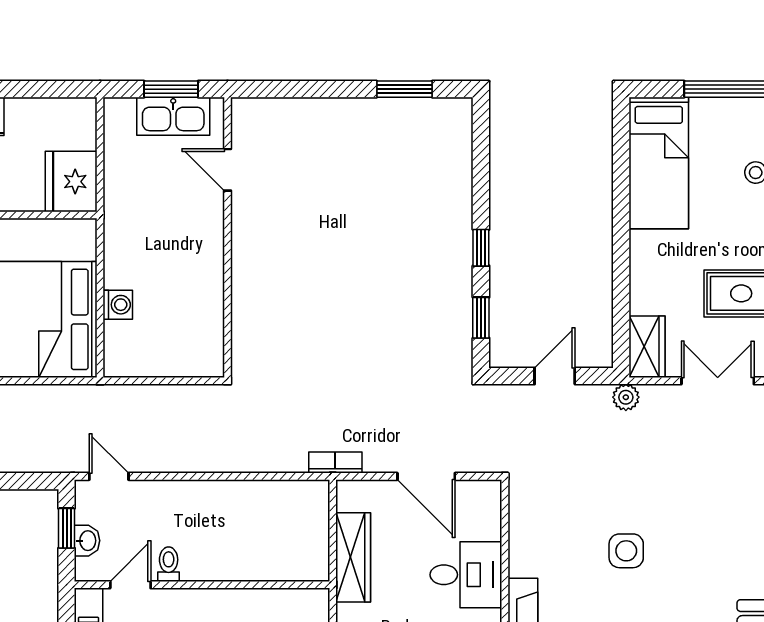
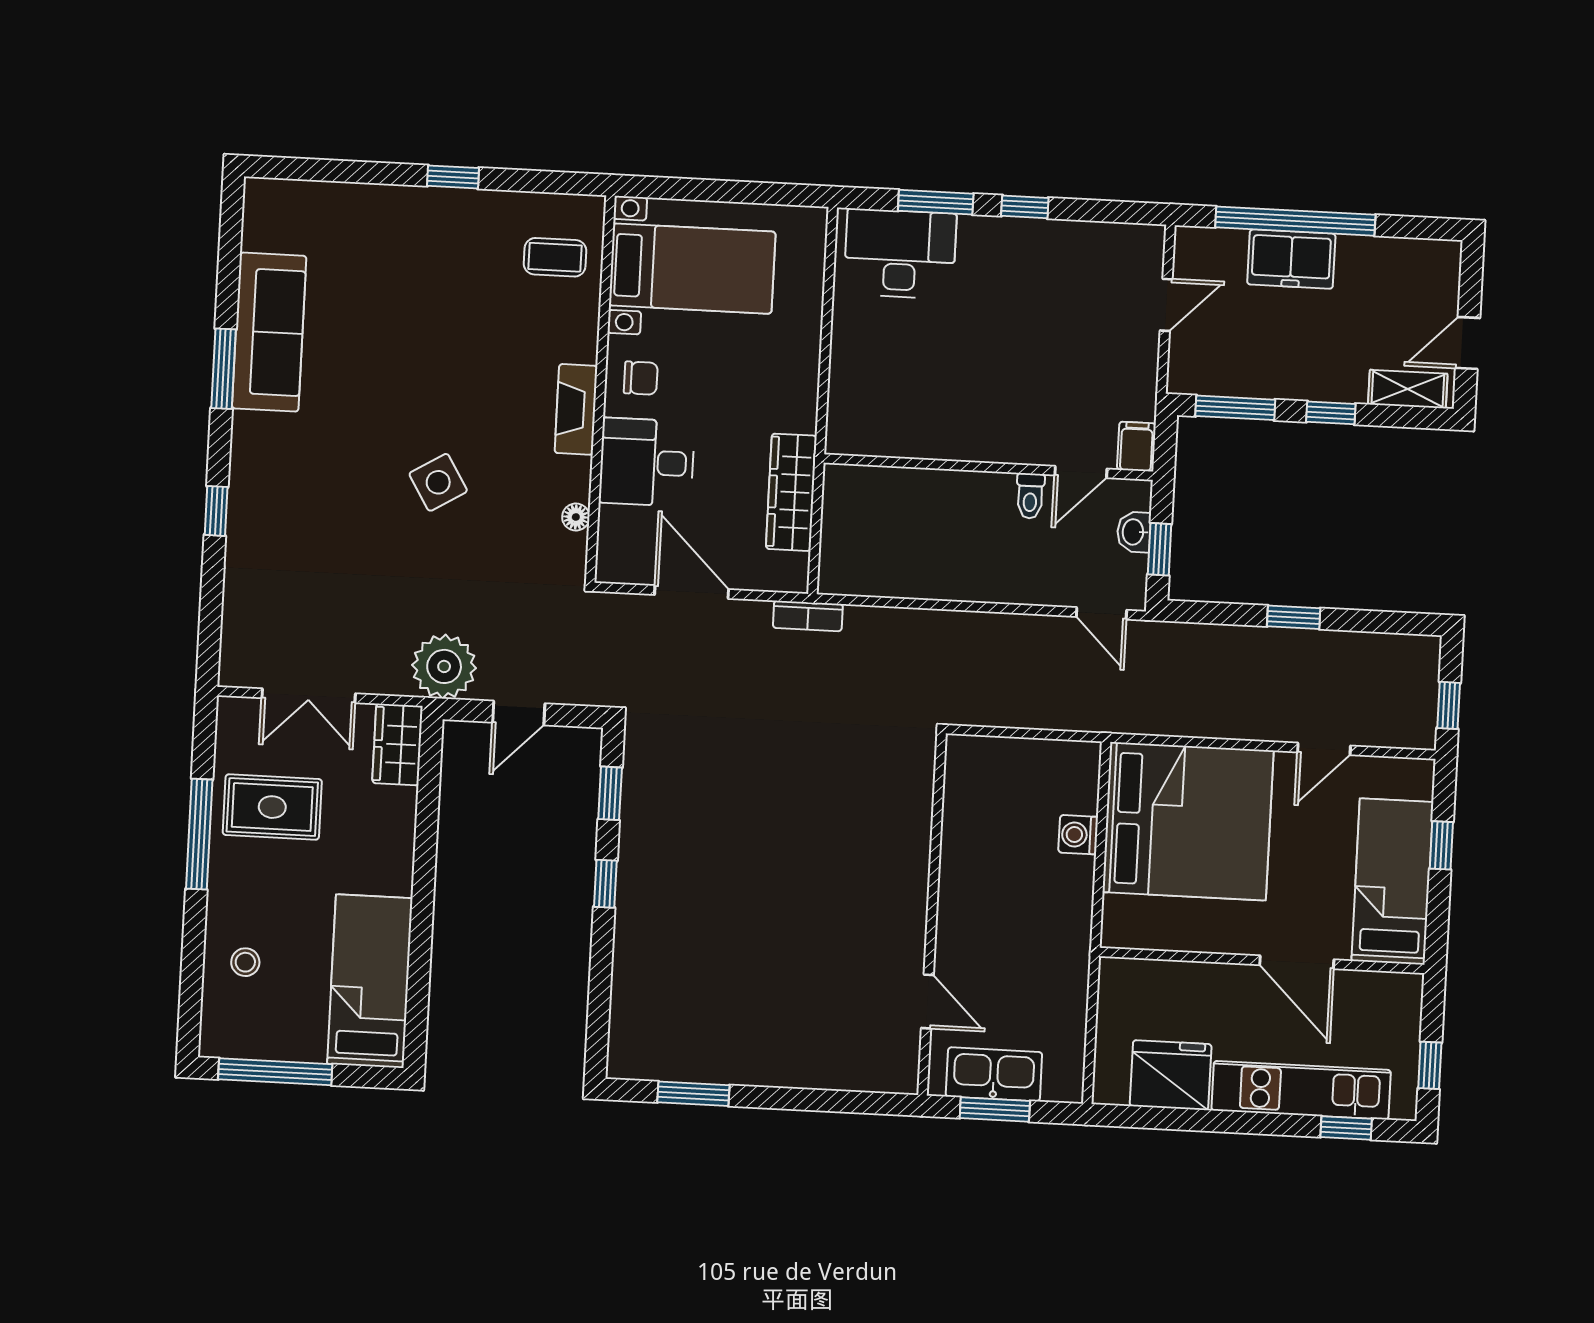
fridge: (71, 182) -> (1171, 1075), moved, turned -90
plant: (626, 397) -> (444, 666), width x1.87, depth x1.87
floor lamp: (519, 530) -> (576, 517), added
side table: (626, 551) -> (438, 482), turned -31

